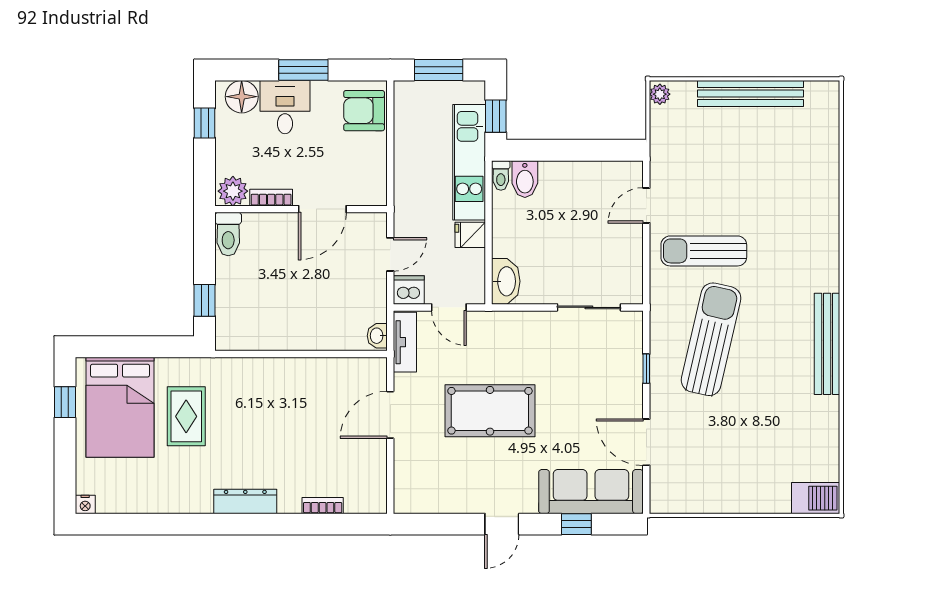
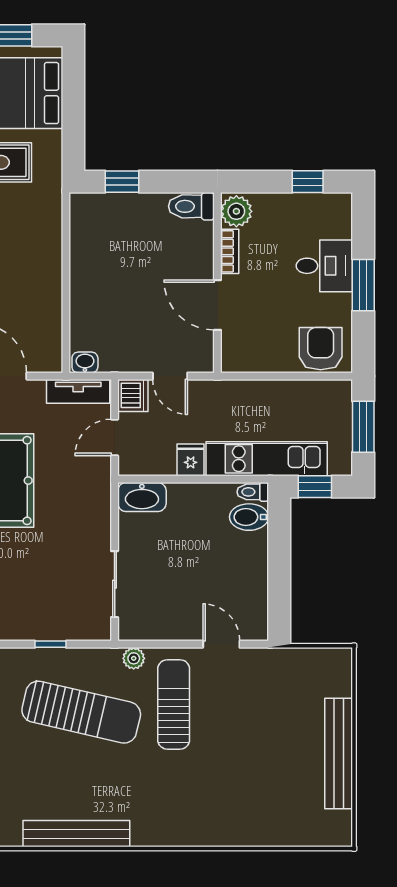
plant: (660, 94) -> (134, 658), moved
floor lamp: (242, 97) -> (335, 221), removed

